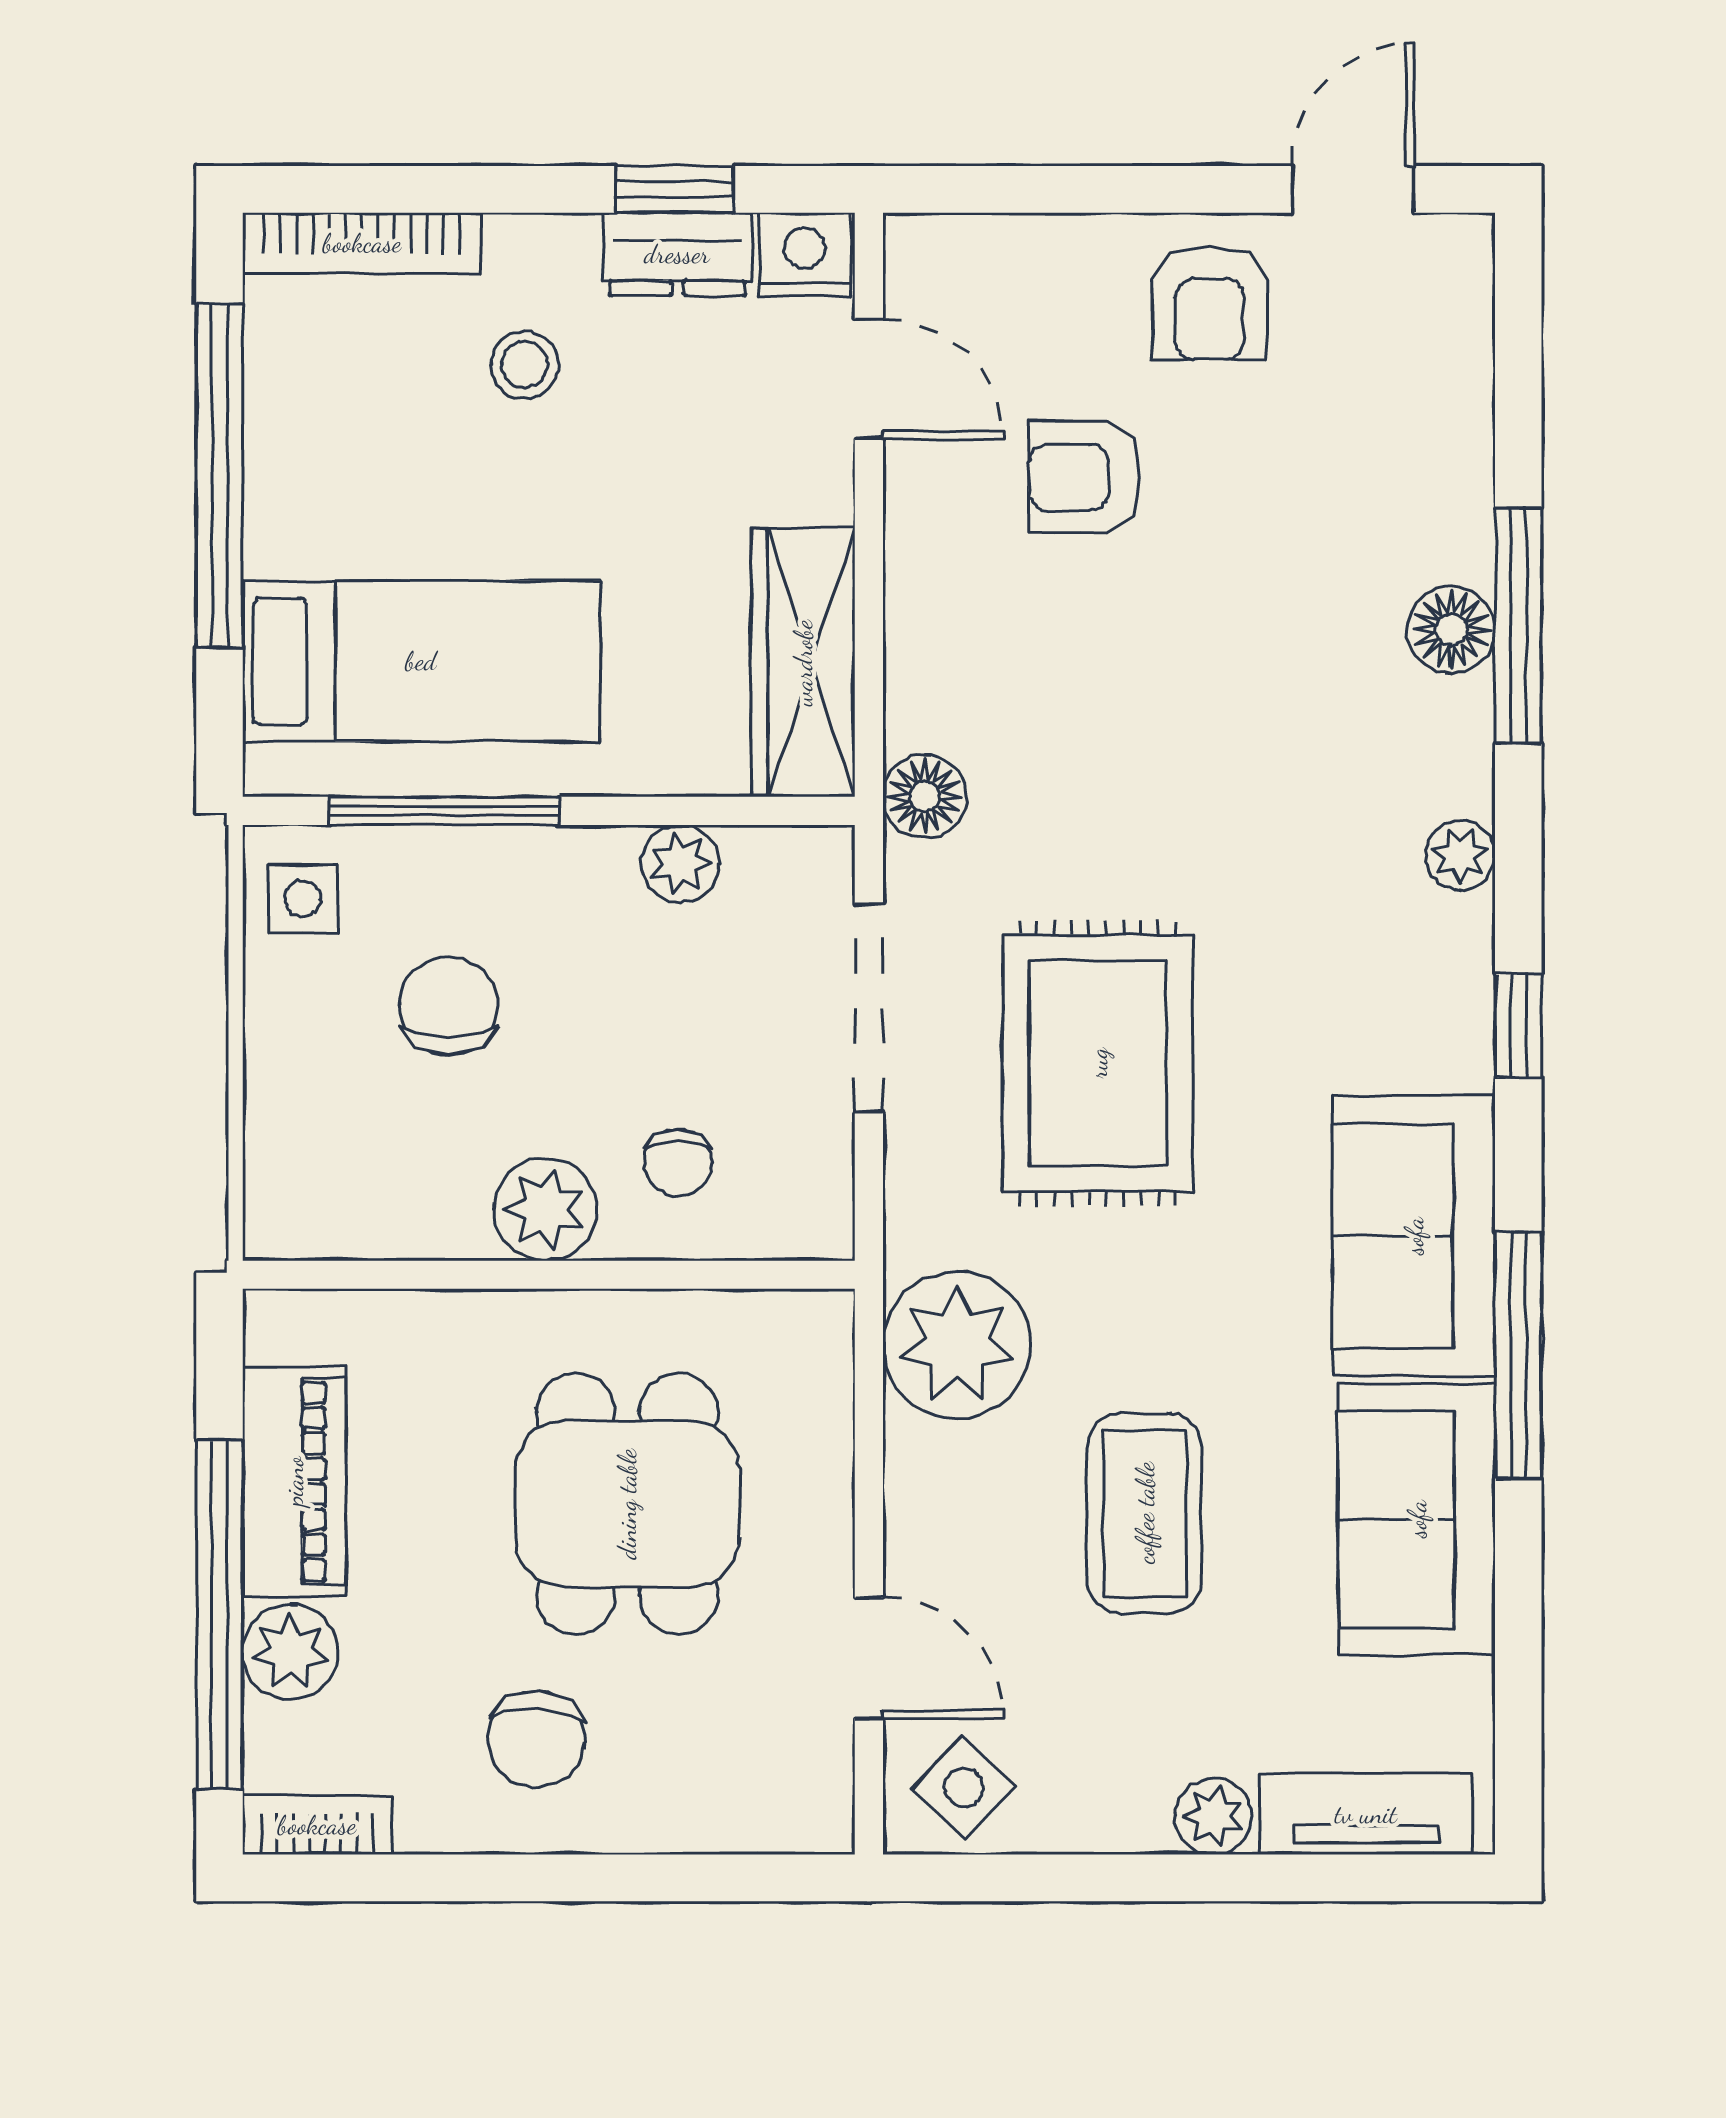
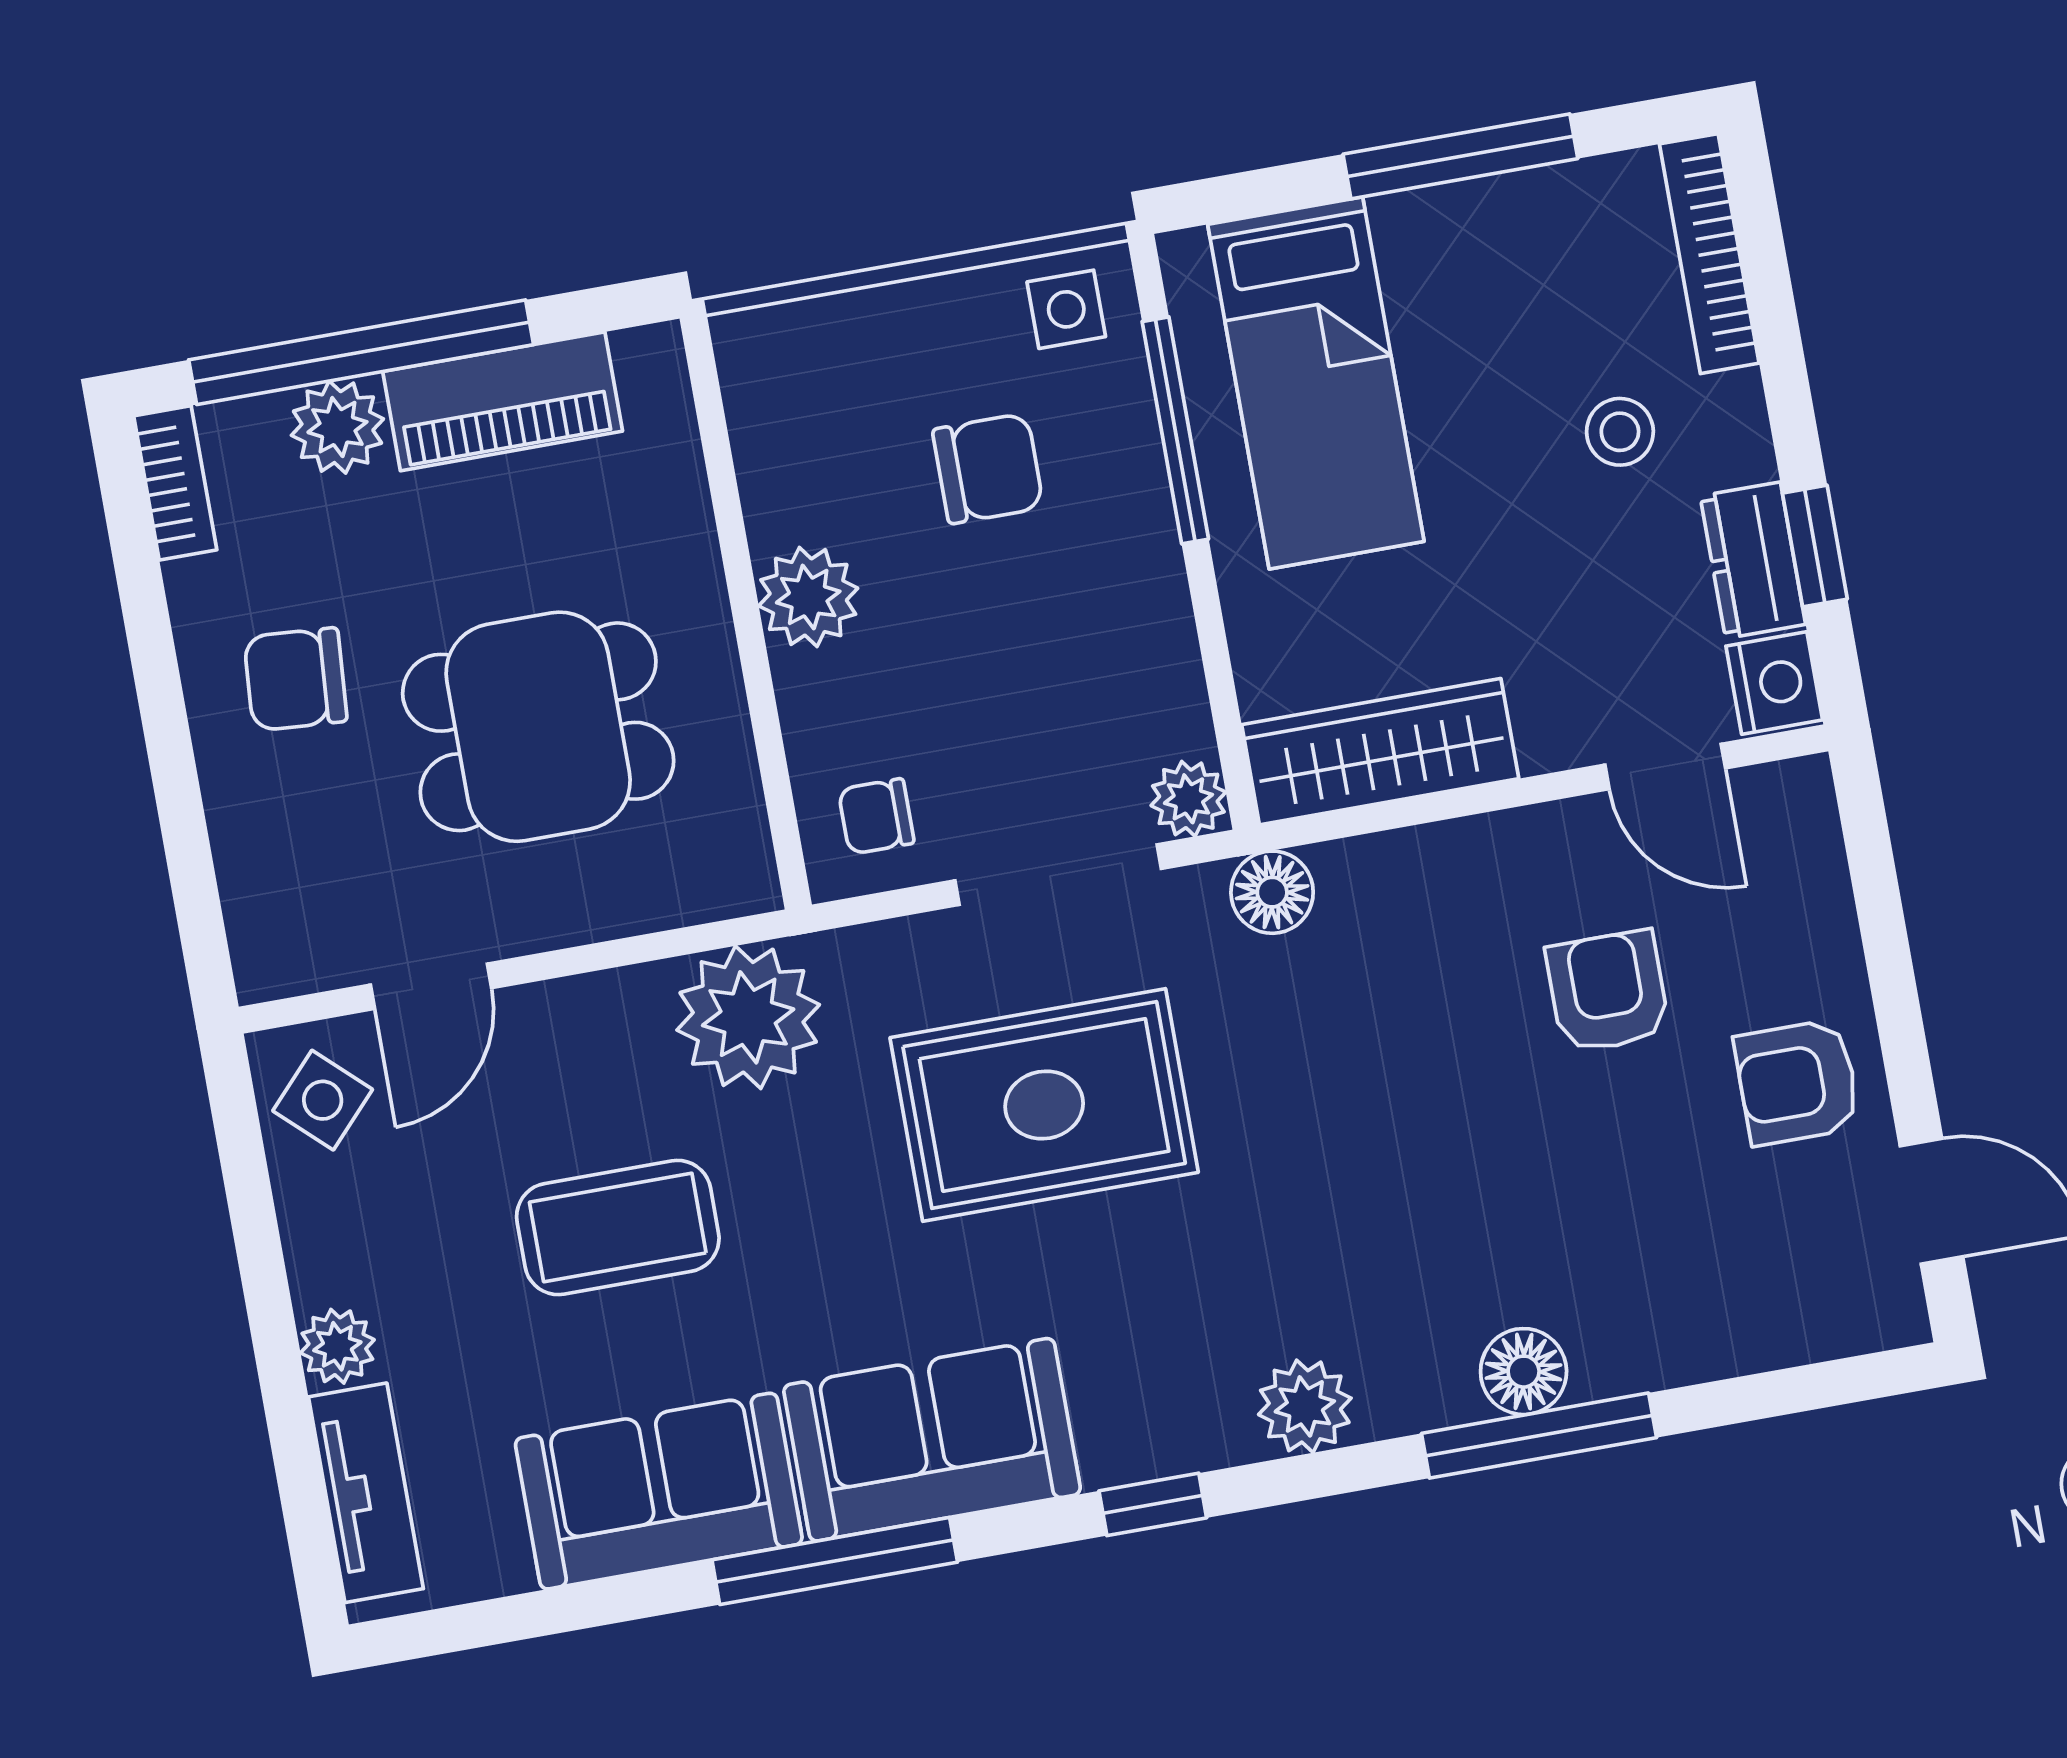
door: (869, 379) -> (1665, 766), hinge flipped
window: (219, 476) -> (1460, 156), width x0.68
plant: (1460, 855) -> (1305, 1406), width x1.38, depth x1.38
plant: (680, 864) -> (1188, 799), moved
chair: (678, 1163) -> (876, 816), moved

